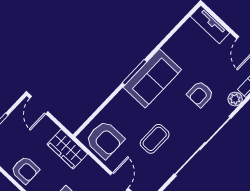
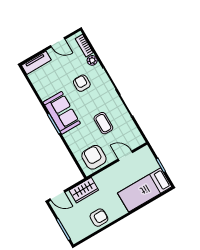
armchair: (200, 94) -> (82, 83), turned 180
armchair: (105, 139) -> (94, 157), turned -90
wardrobe: (67, 149) -> (84, 190), moved

